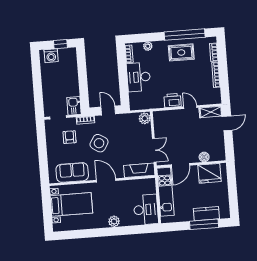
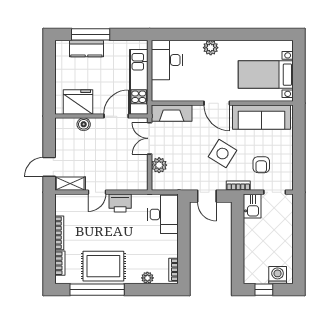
rug: (181, 52) -> (103, 266), width x1.36, depth x1.43
desk: (139, 77) -> (163, 214), moved
door: (190, 107) -> (97, 192), hinge flipped
plant: (145, 118) -> (159, 165), moved
sofa: (72, 173) -> (261, 117), width x1.36

